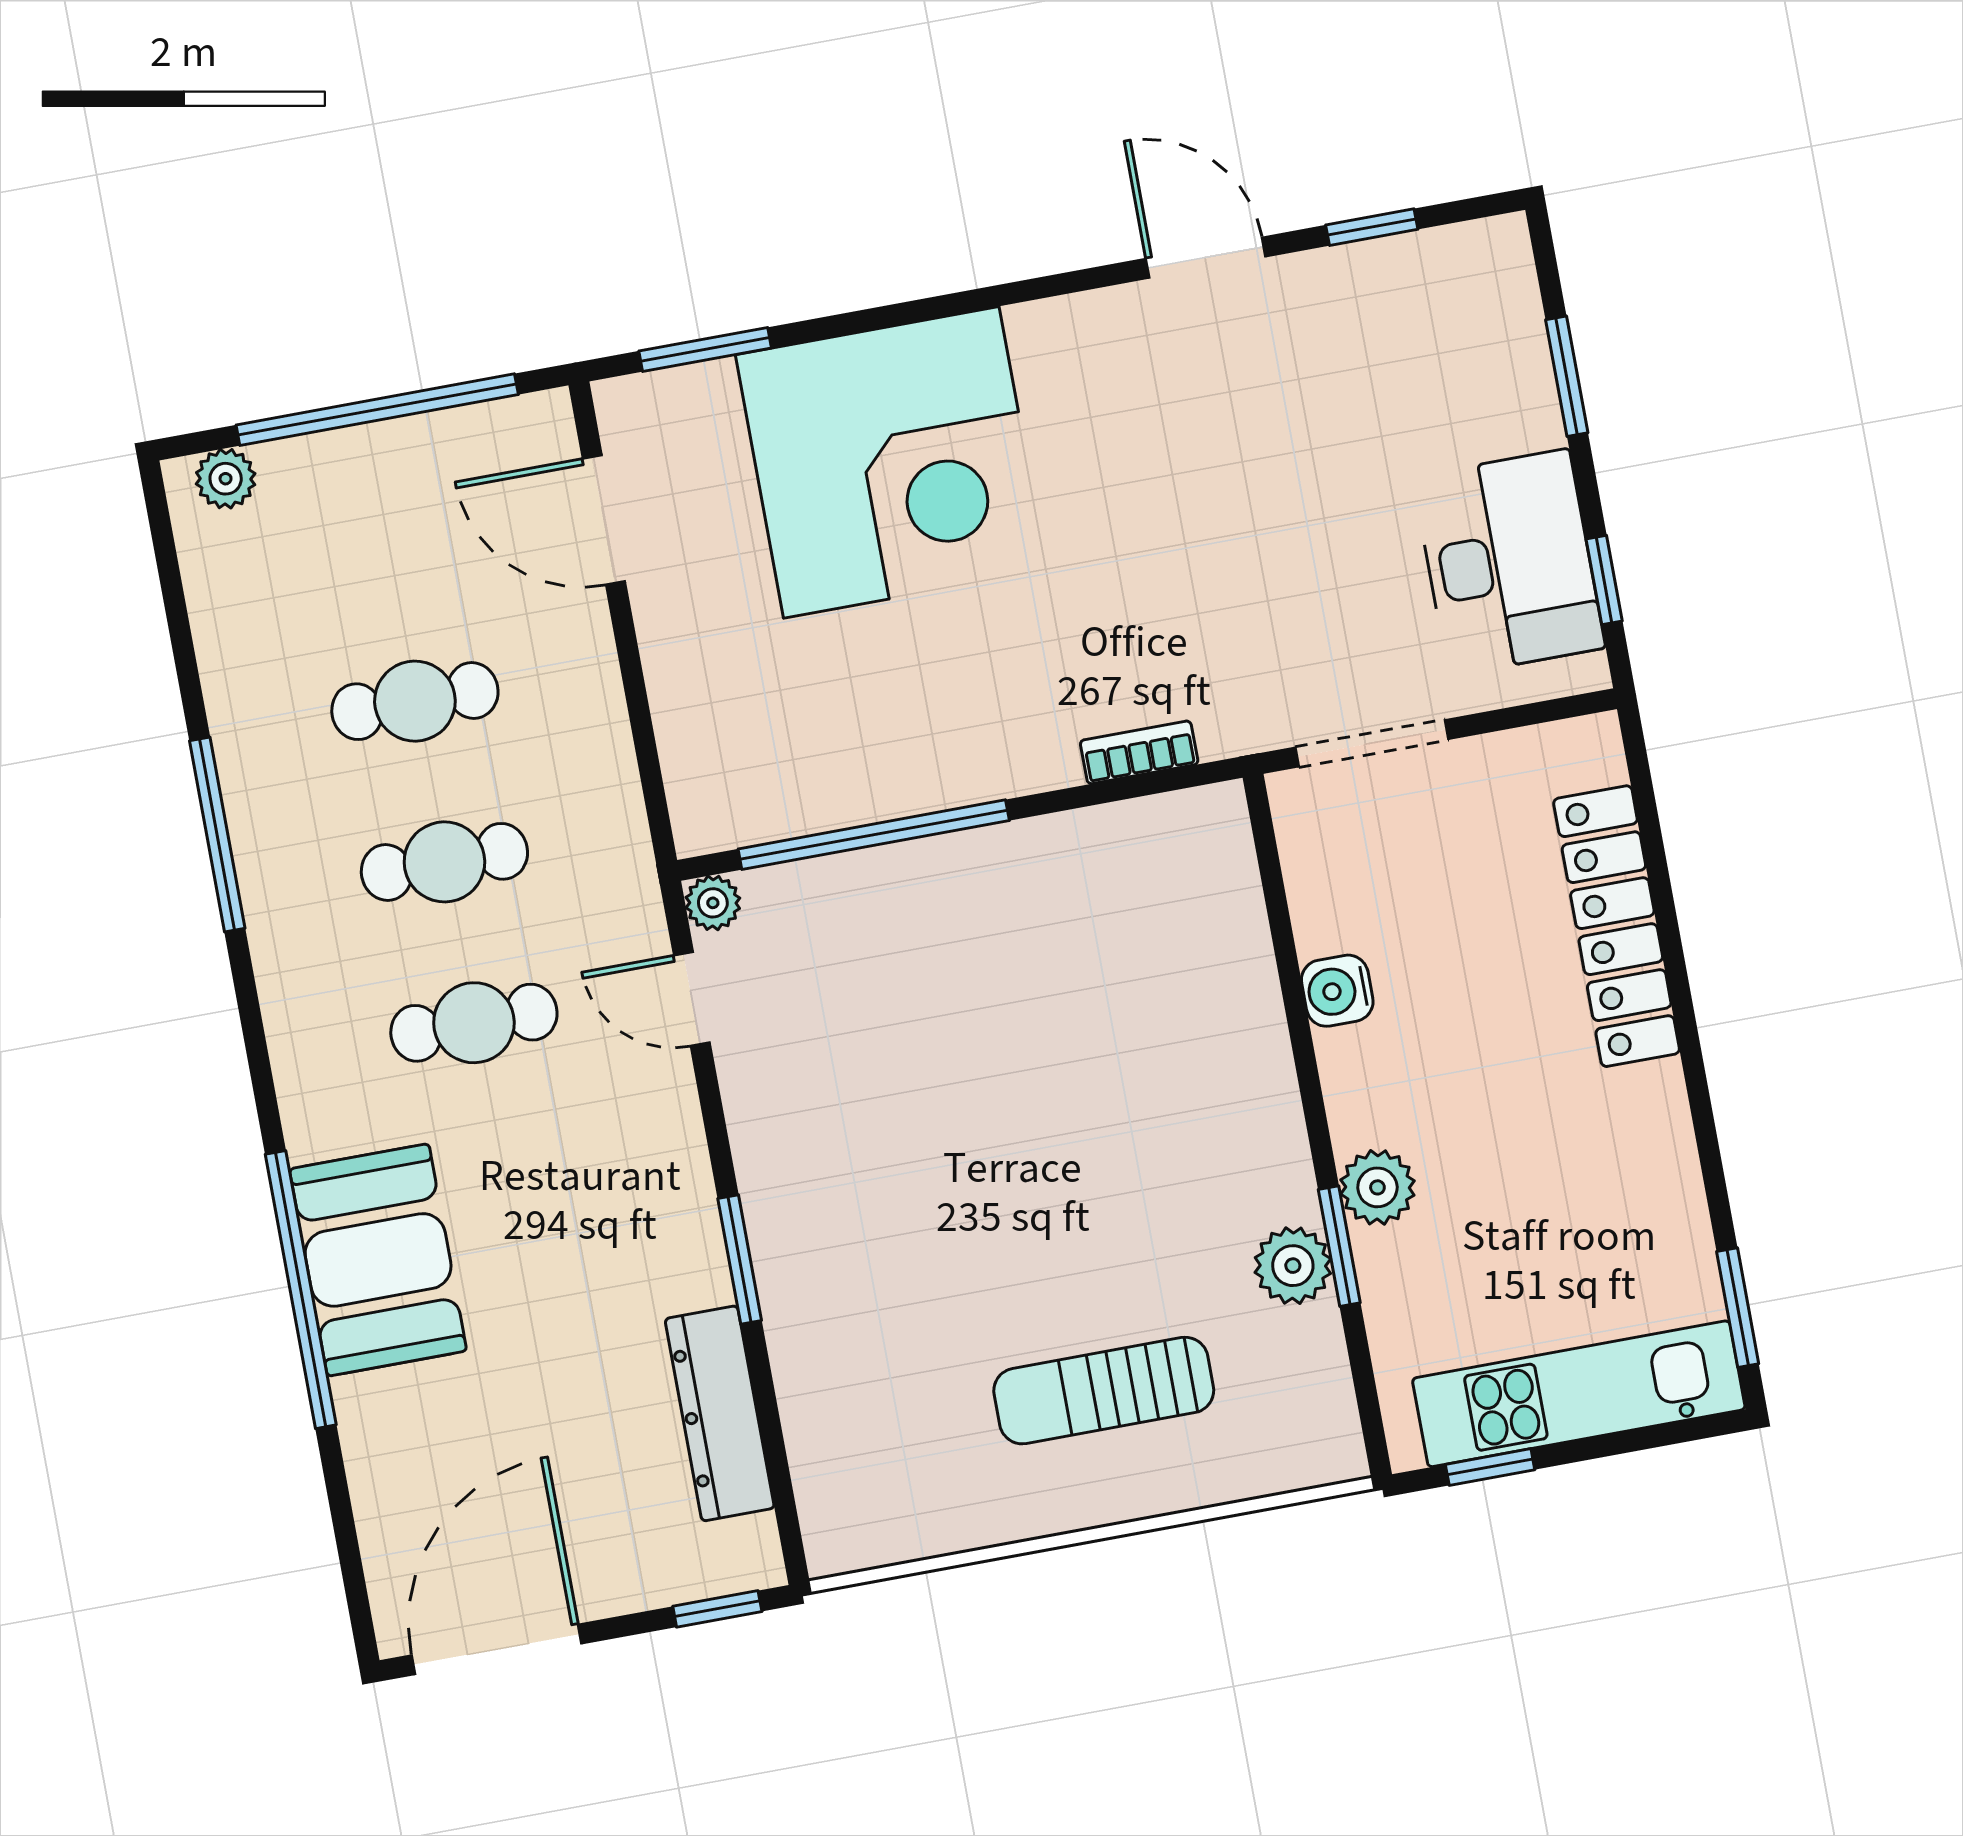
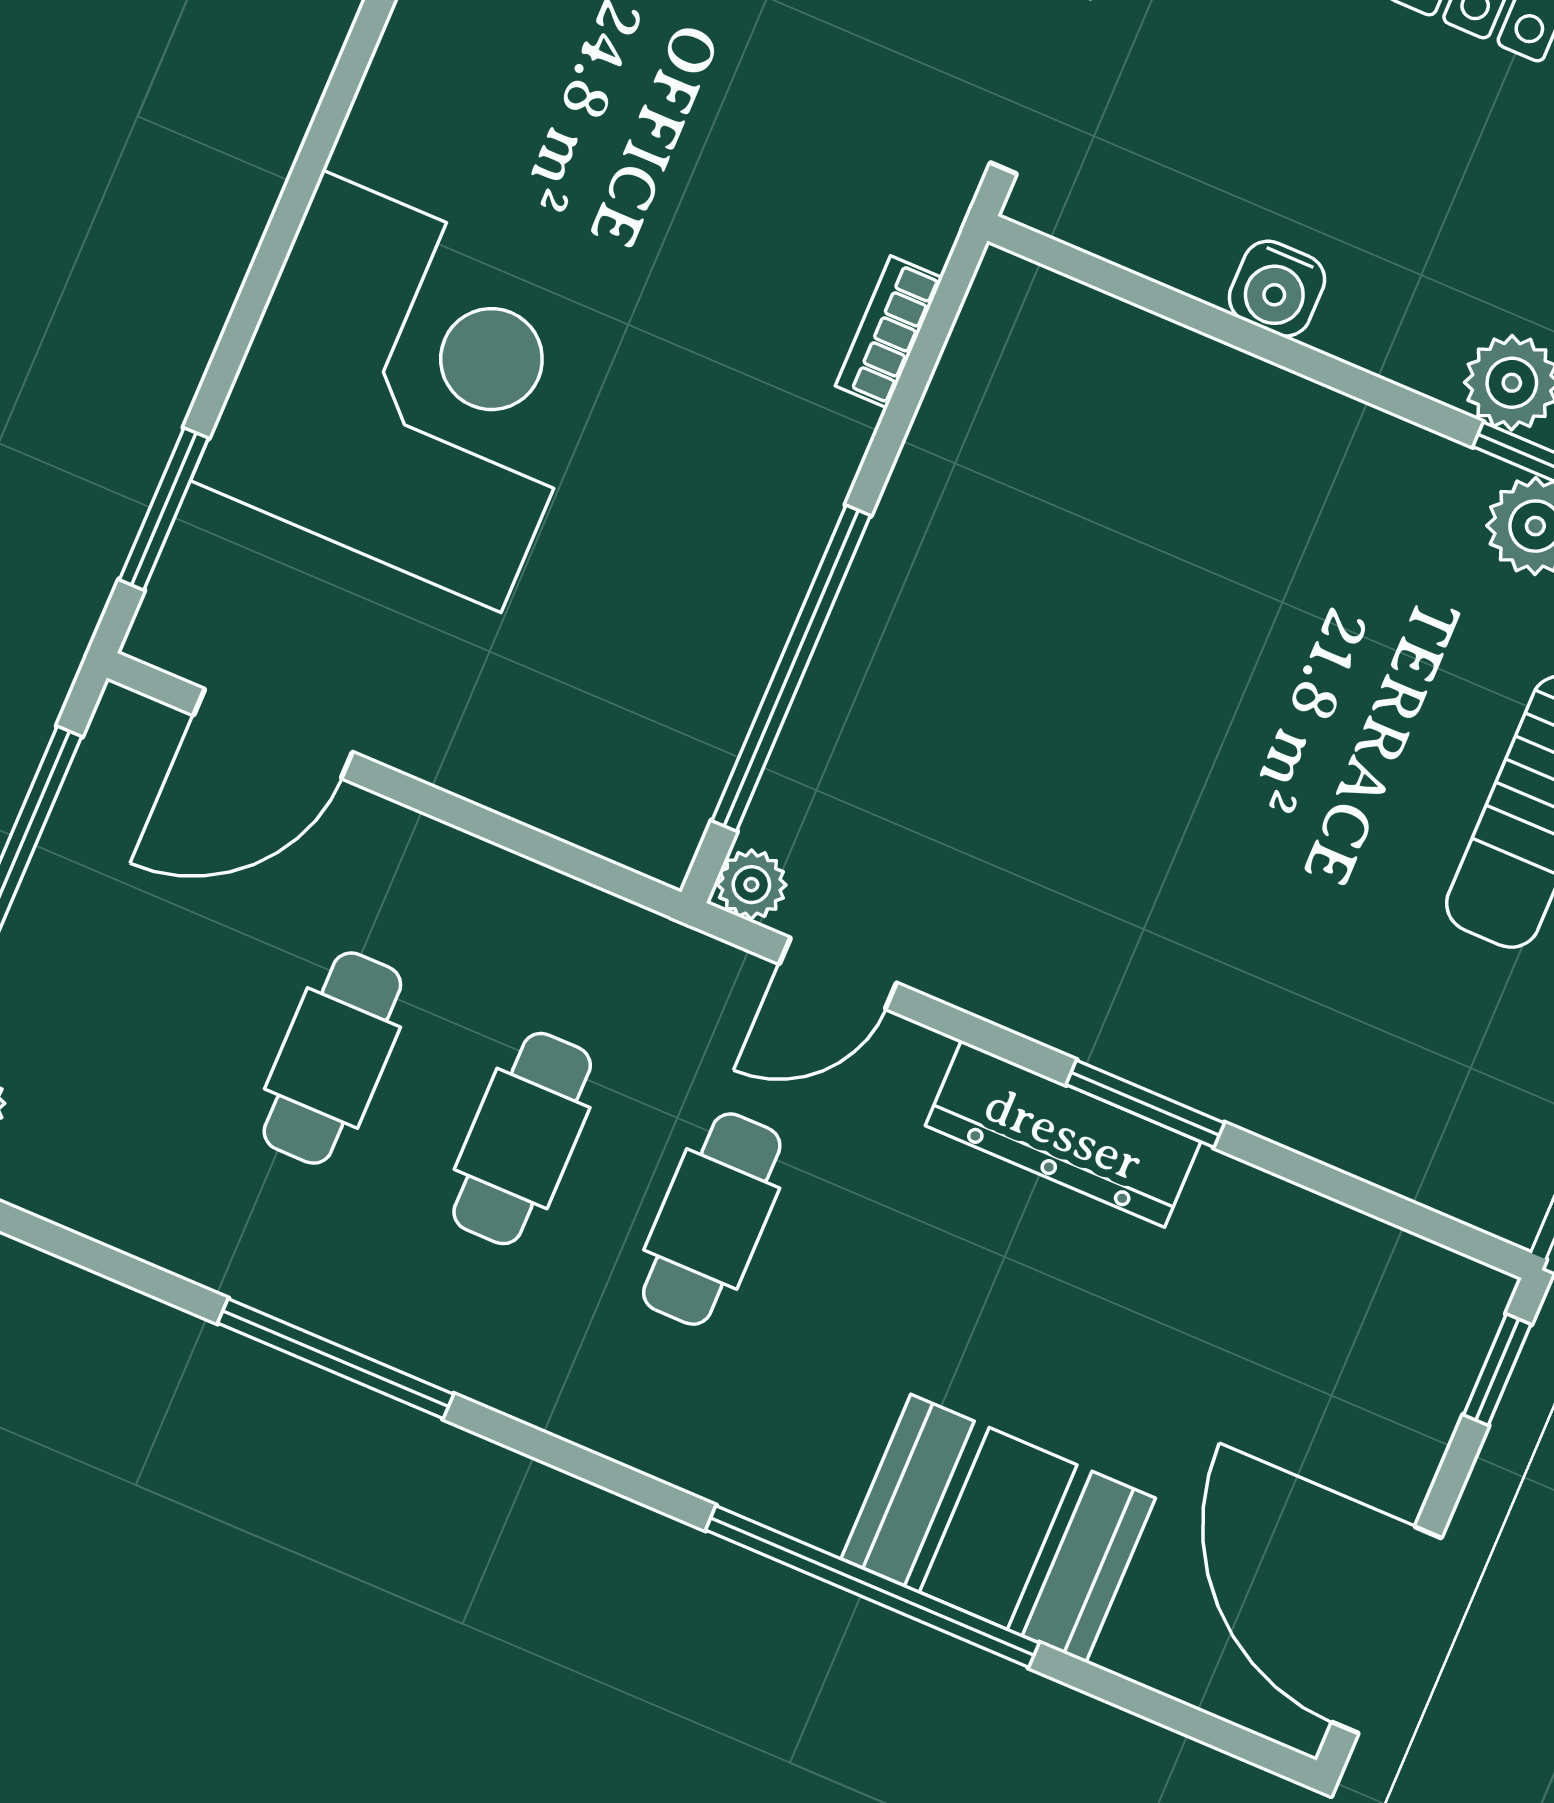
booth: (378, 1260) -> (998, 1528), moved
dresser: (720, 1413) -> (1063, 1134), moved

